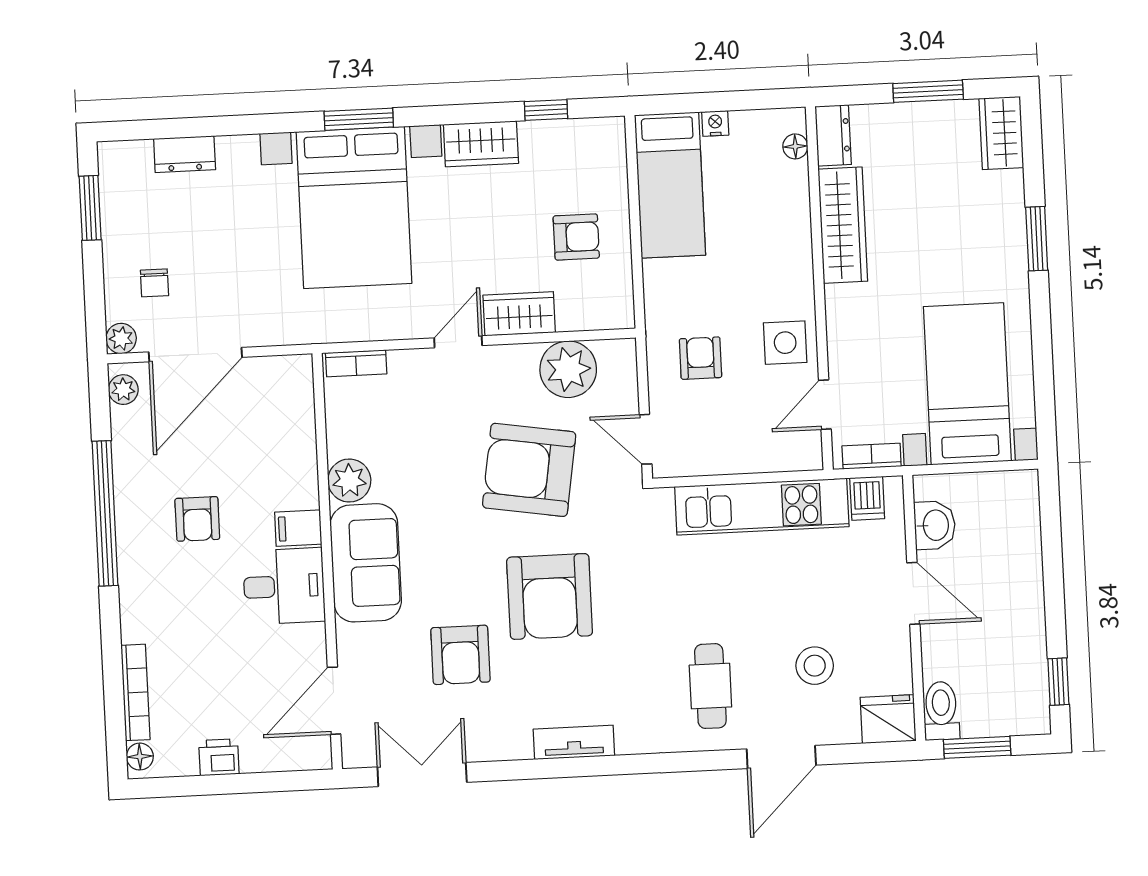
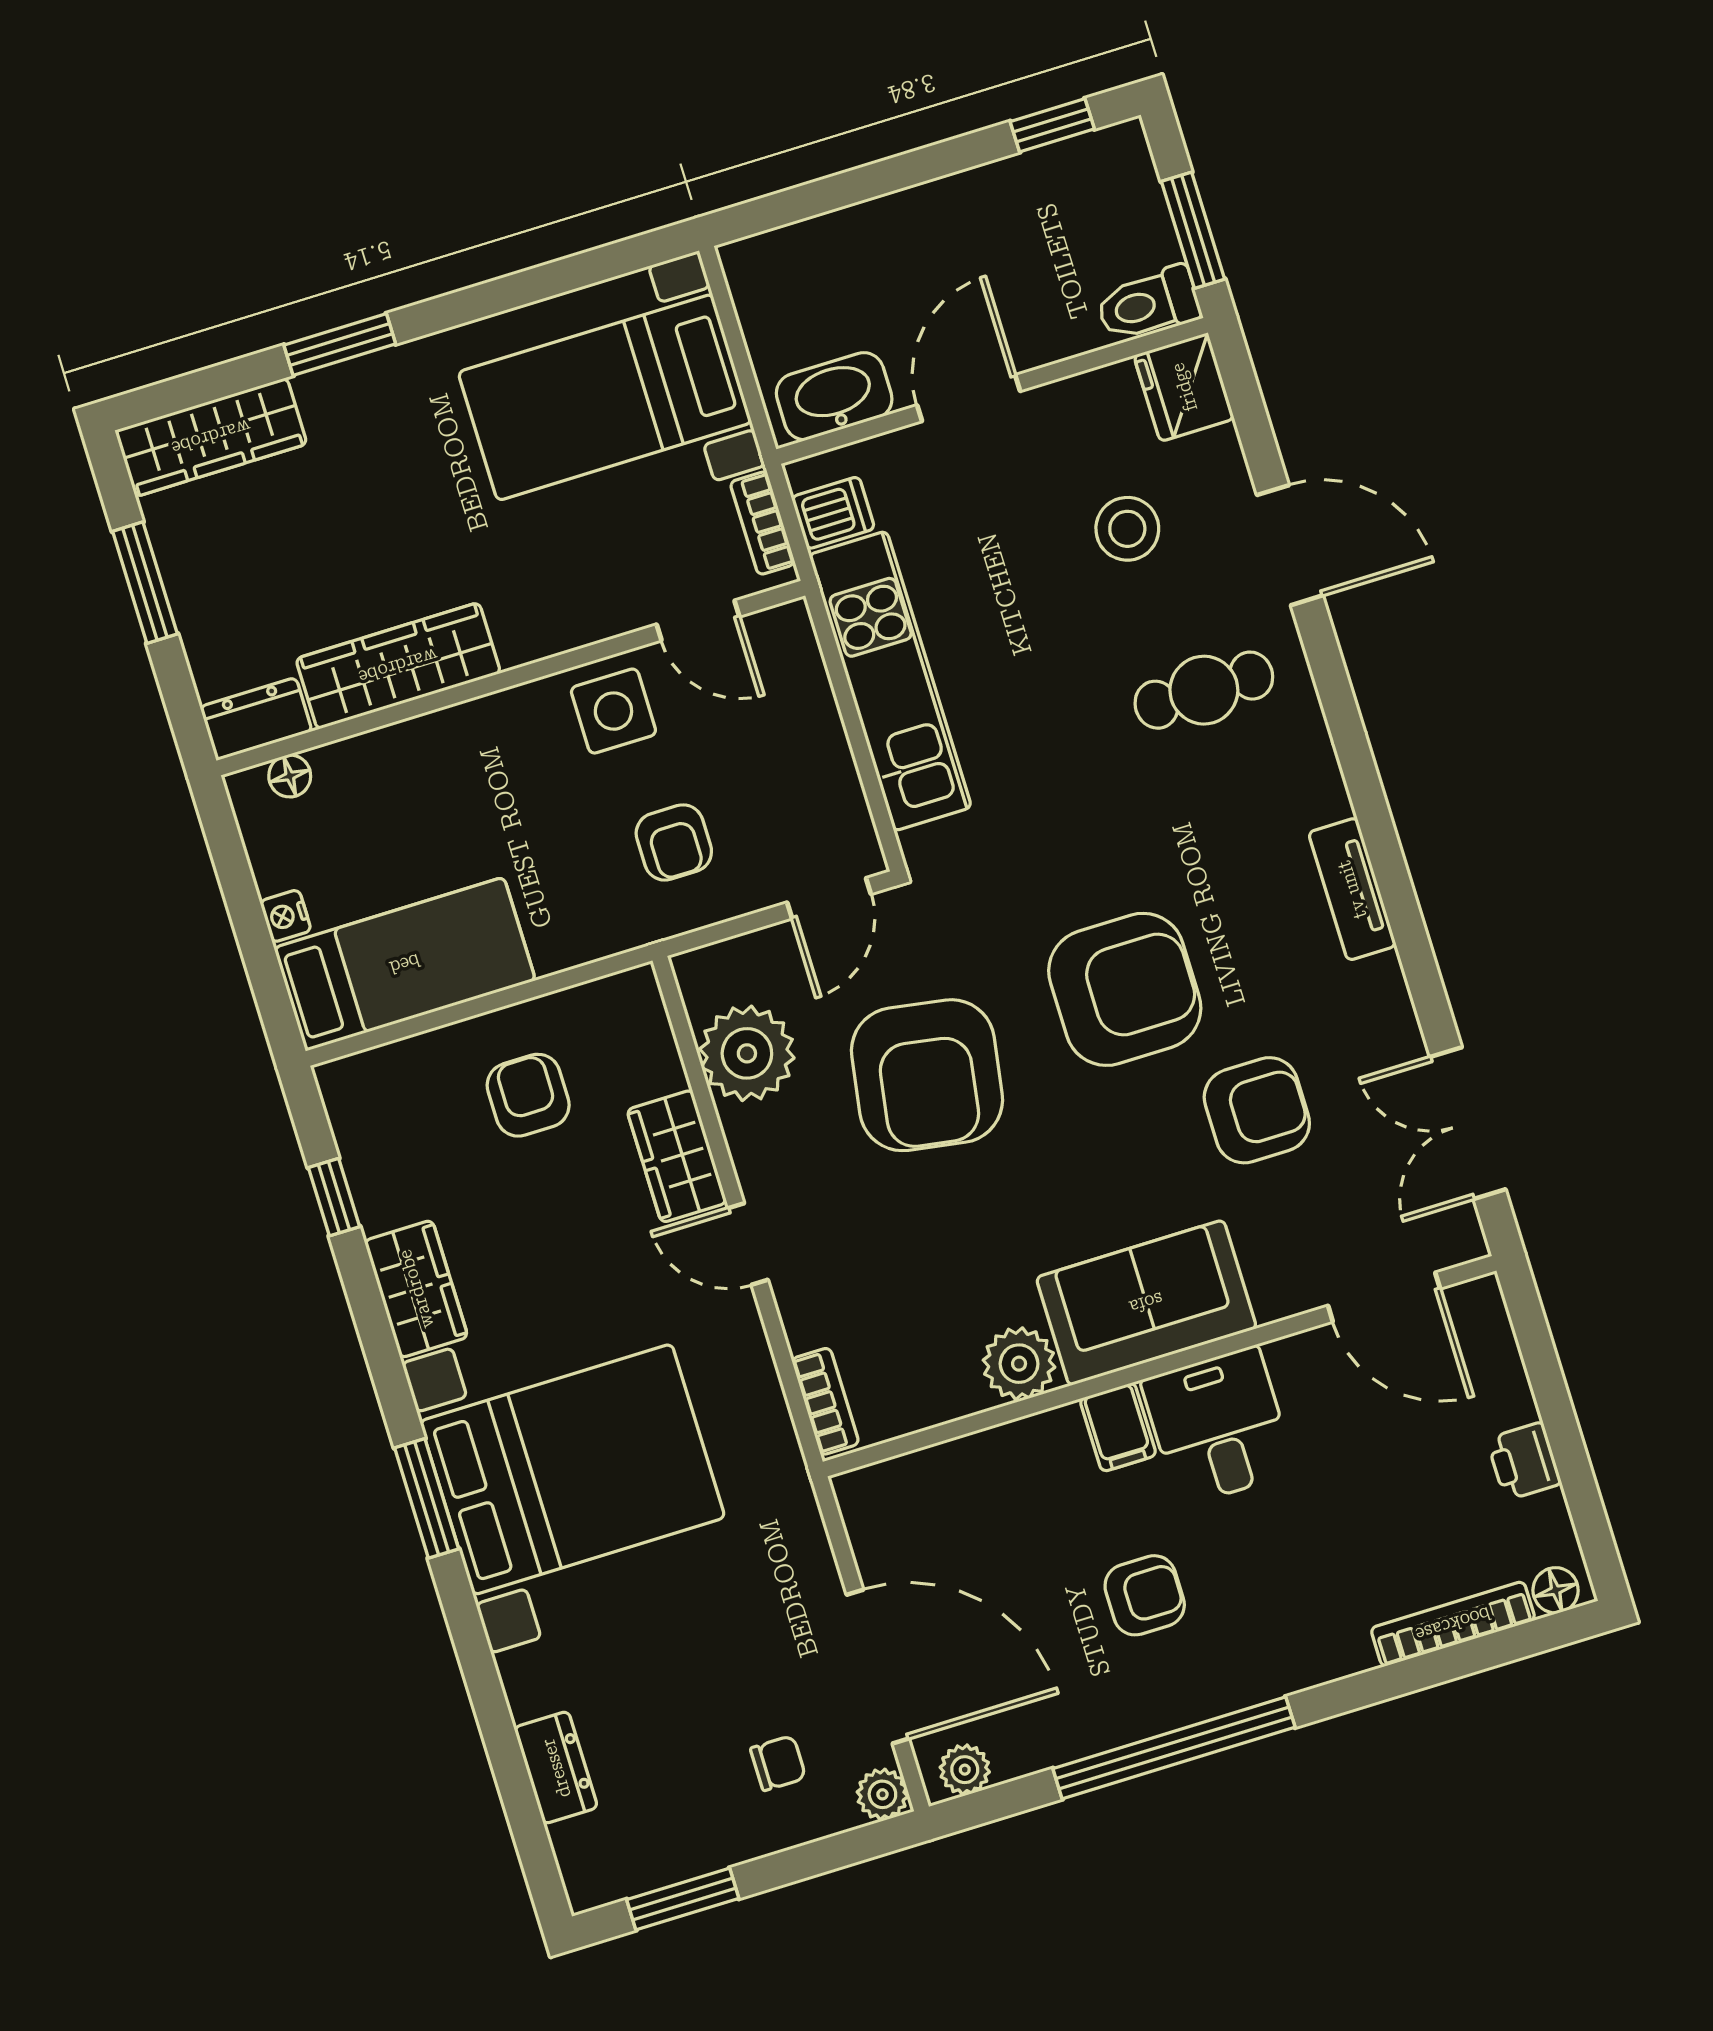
wardrobe: (1001, 133) -> (211, 437), width x1.50
armchair: (701, 358) -> (674, 842), turned -90
washbasin: (935, 525) -> (834, 396), width x1.38

